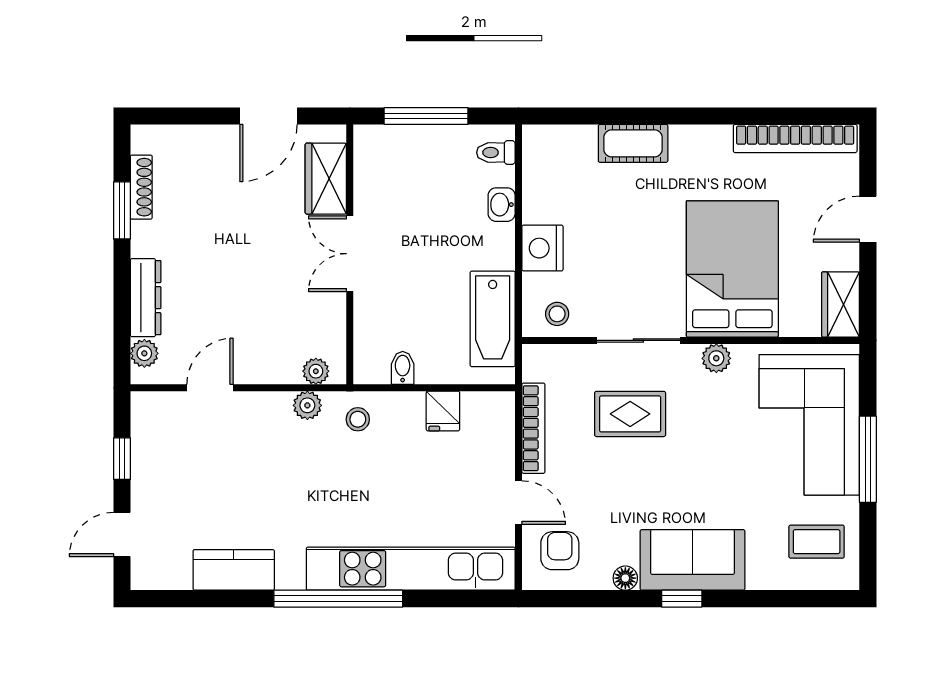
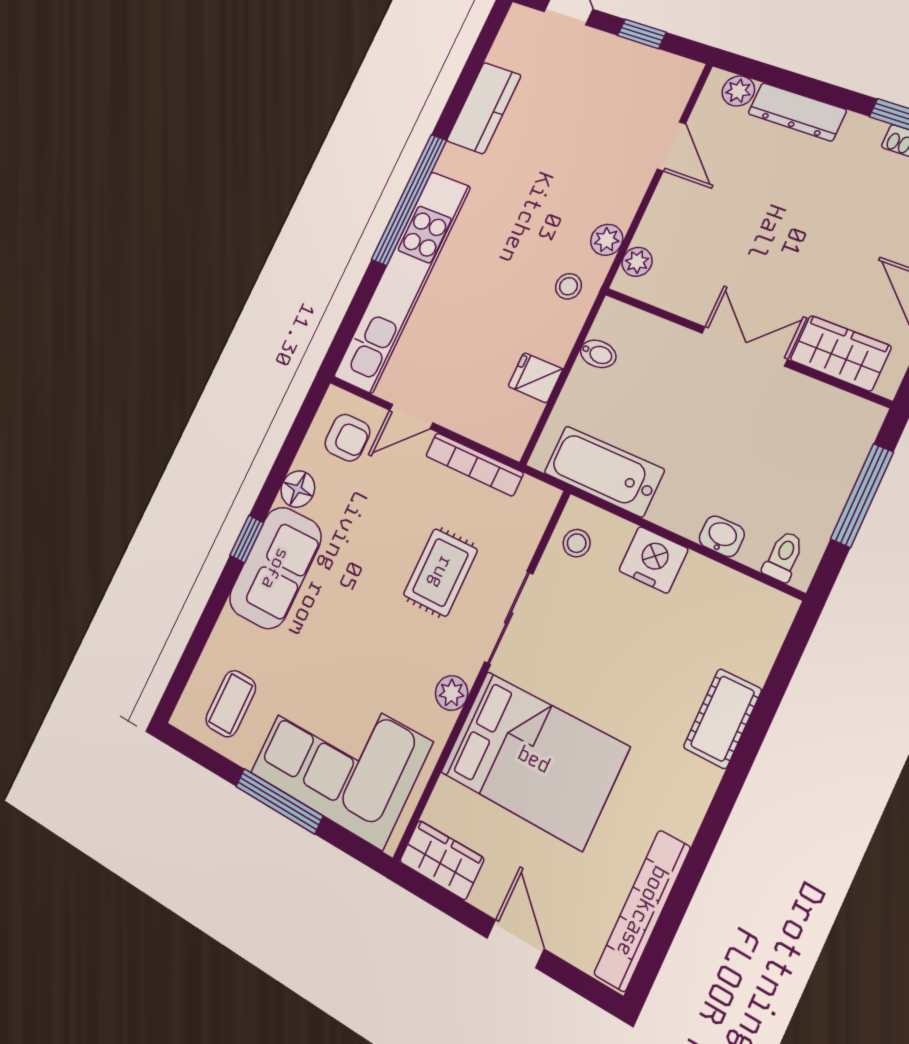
floor lamp: (625, 578) -> (298, 489), width x1.37, depth x1.37

